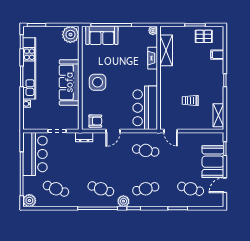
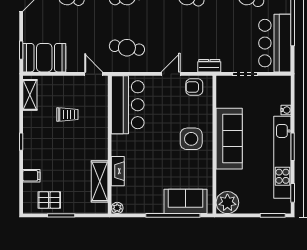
booth: (213, 162) -> (44, 58), moved, turned 90

